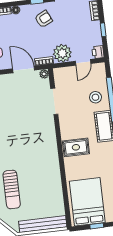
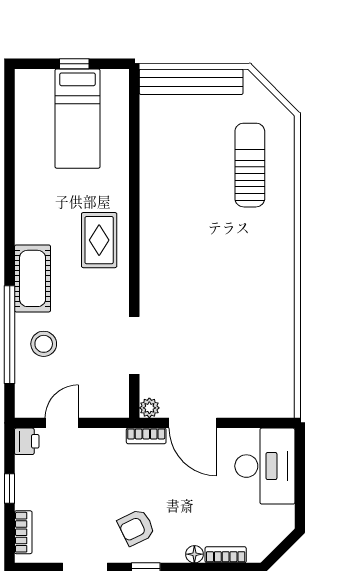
plant: (62, 53) -> (104, 448), removed
rug: (76, 147) -> (99, 240), turned 90
bed: (87, 202) -> (77, 119), width x0.67

